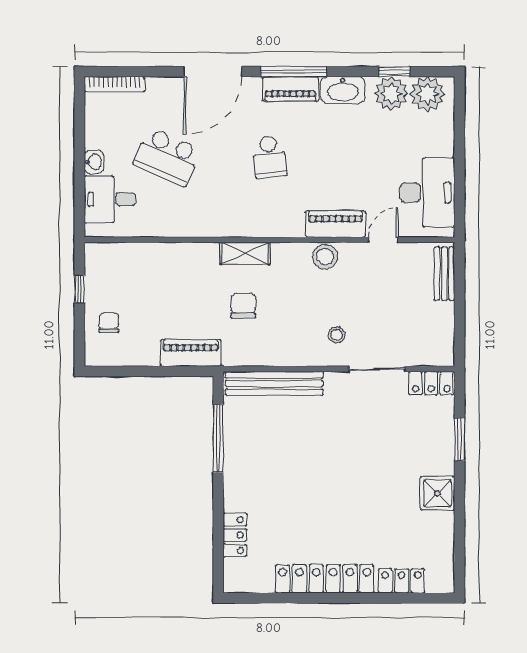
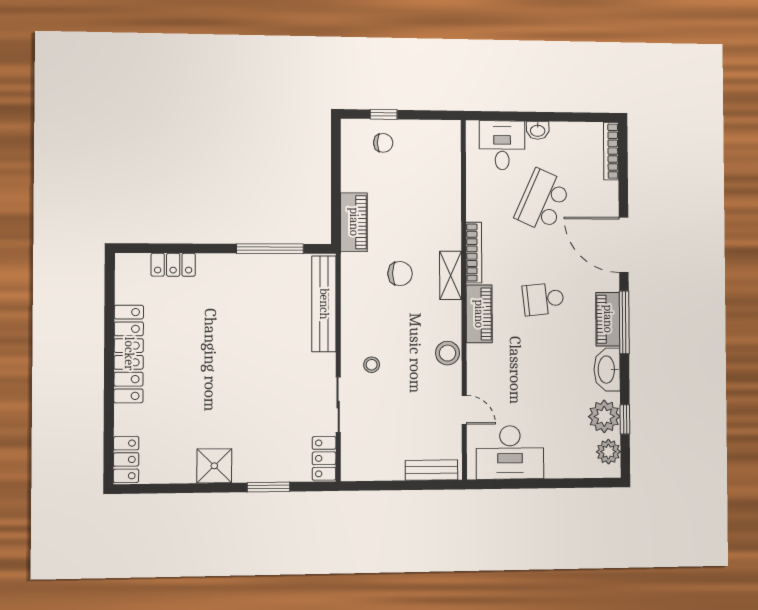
plant: (428, 94) -> (608, 452), width x0.73, depth x0.73
piano: (335, 224) -> (479, 314), moved
bookcase: (221, 229) -> (474, 253), added
window: (79, 289) -> (384, 114), moved
locker: (401, 581) -> (126, 459), moved

